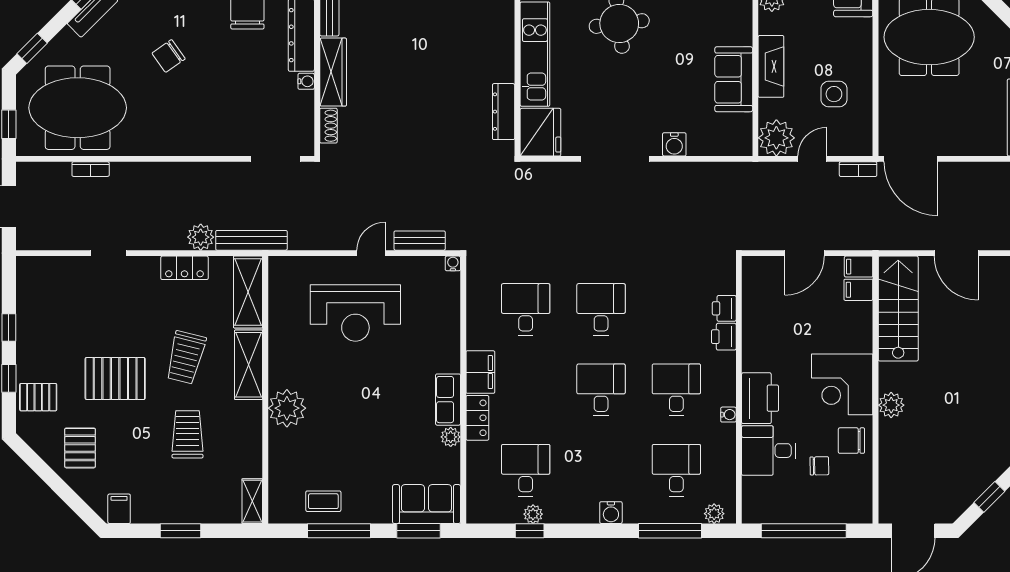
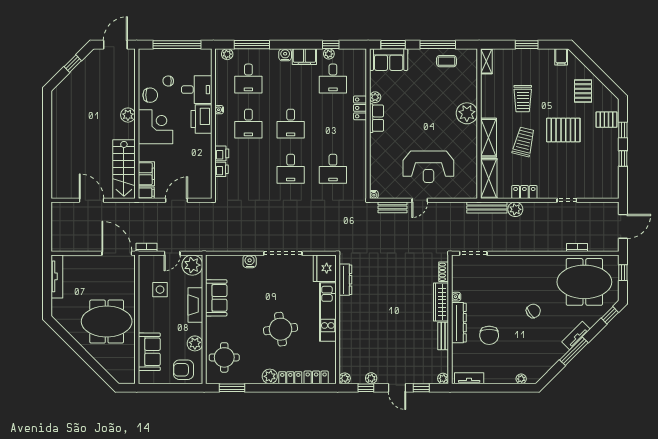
filing cabinet: (858, 290) -> (146, 174), width x2.00
reception desk: (355, 313) -> (428, 167), turned 180
filing cabinet: (480, 372) -> (304, 57), moved, turned -90

